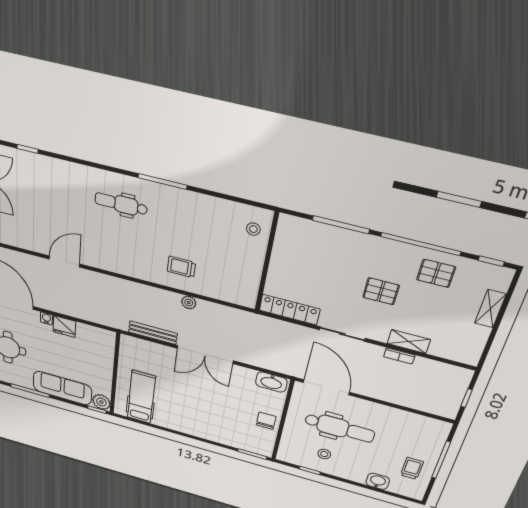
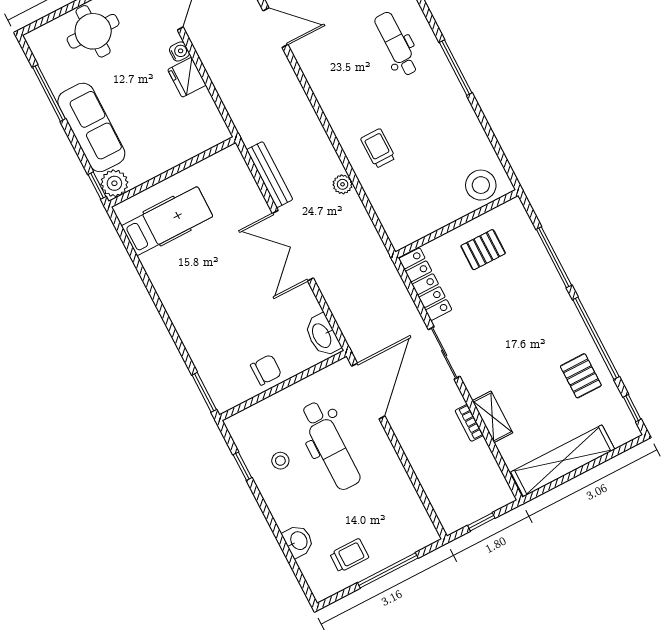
stool: (253, 229) -> (481, 185), width x1.89, depth x1.89
pallet: (381, 291) -> (483, 250), moved, turned 90
shelving: (490, 309) -> (563, 461), width x2.20, depth x1.33

